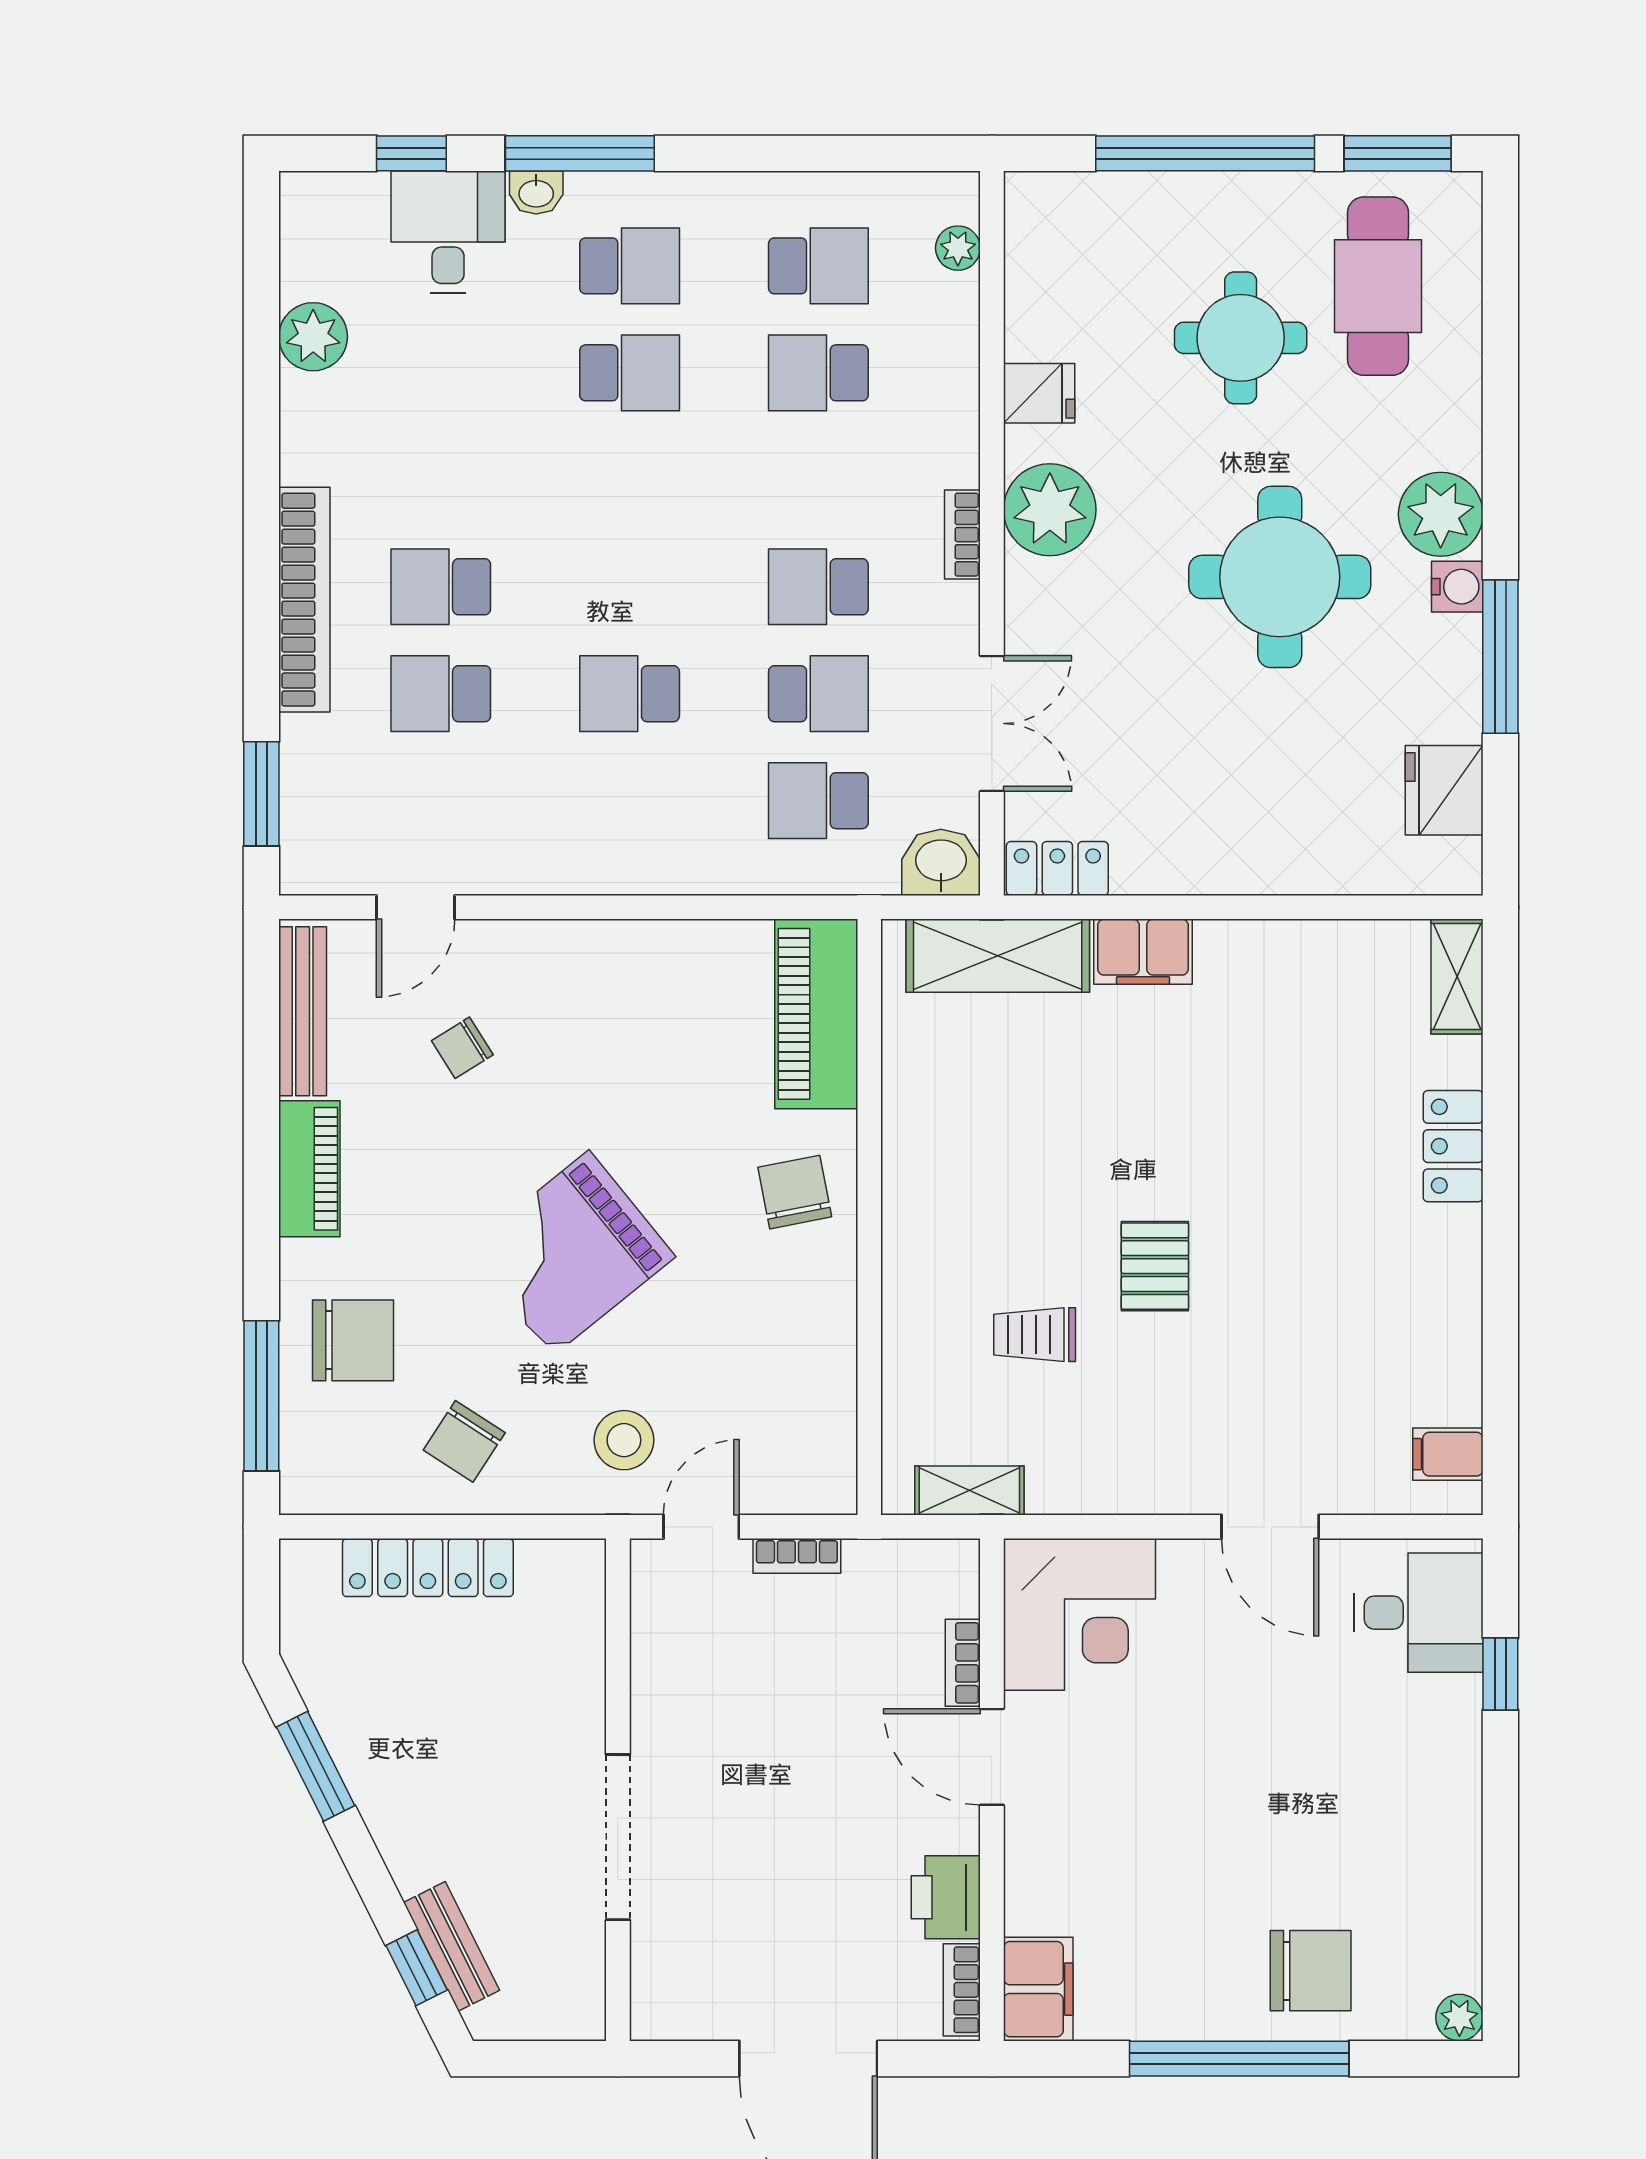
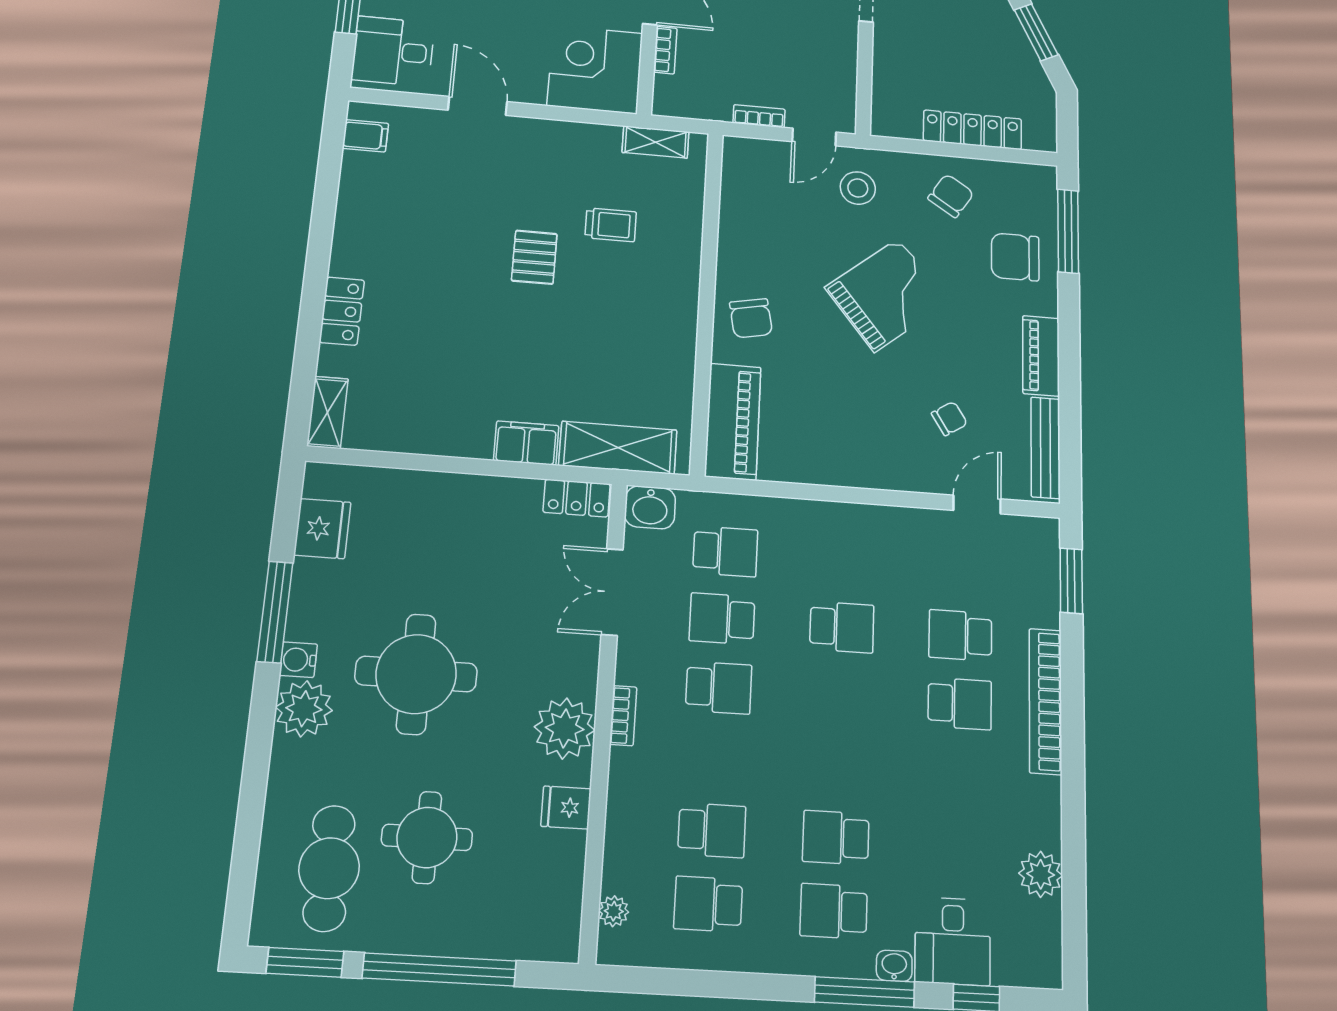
school desk: (441, 694) -> (960, 635), turned 180

